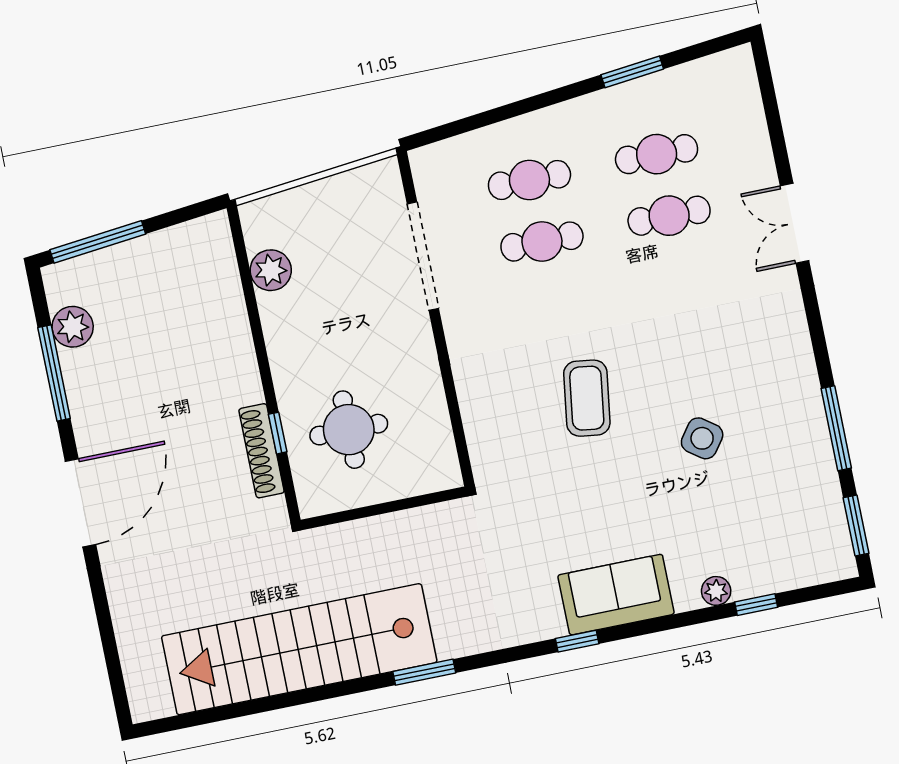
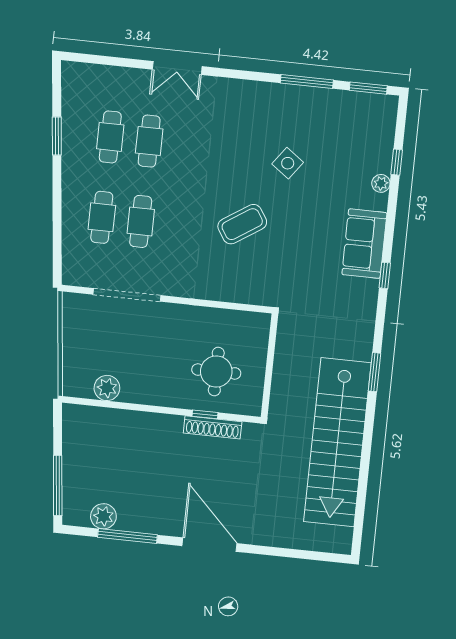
coffee table: (587, 398) -> (242, 224), turned -41

